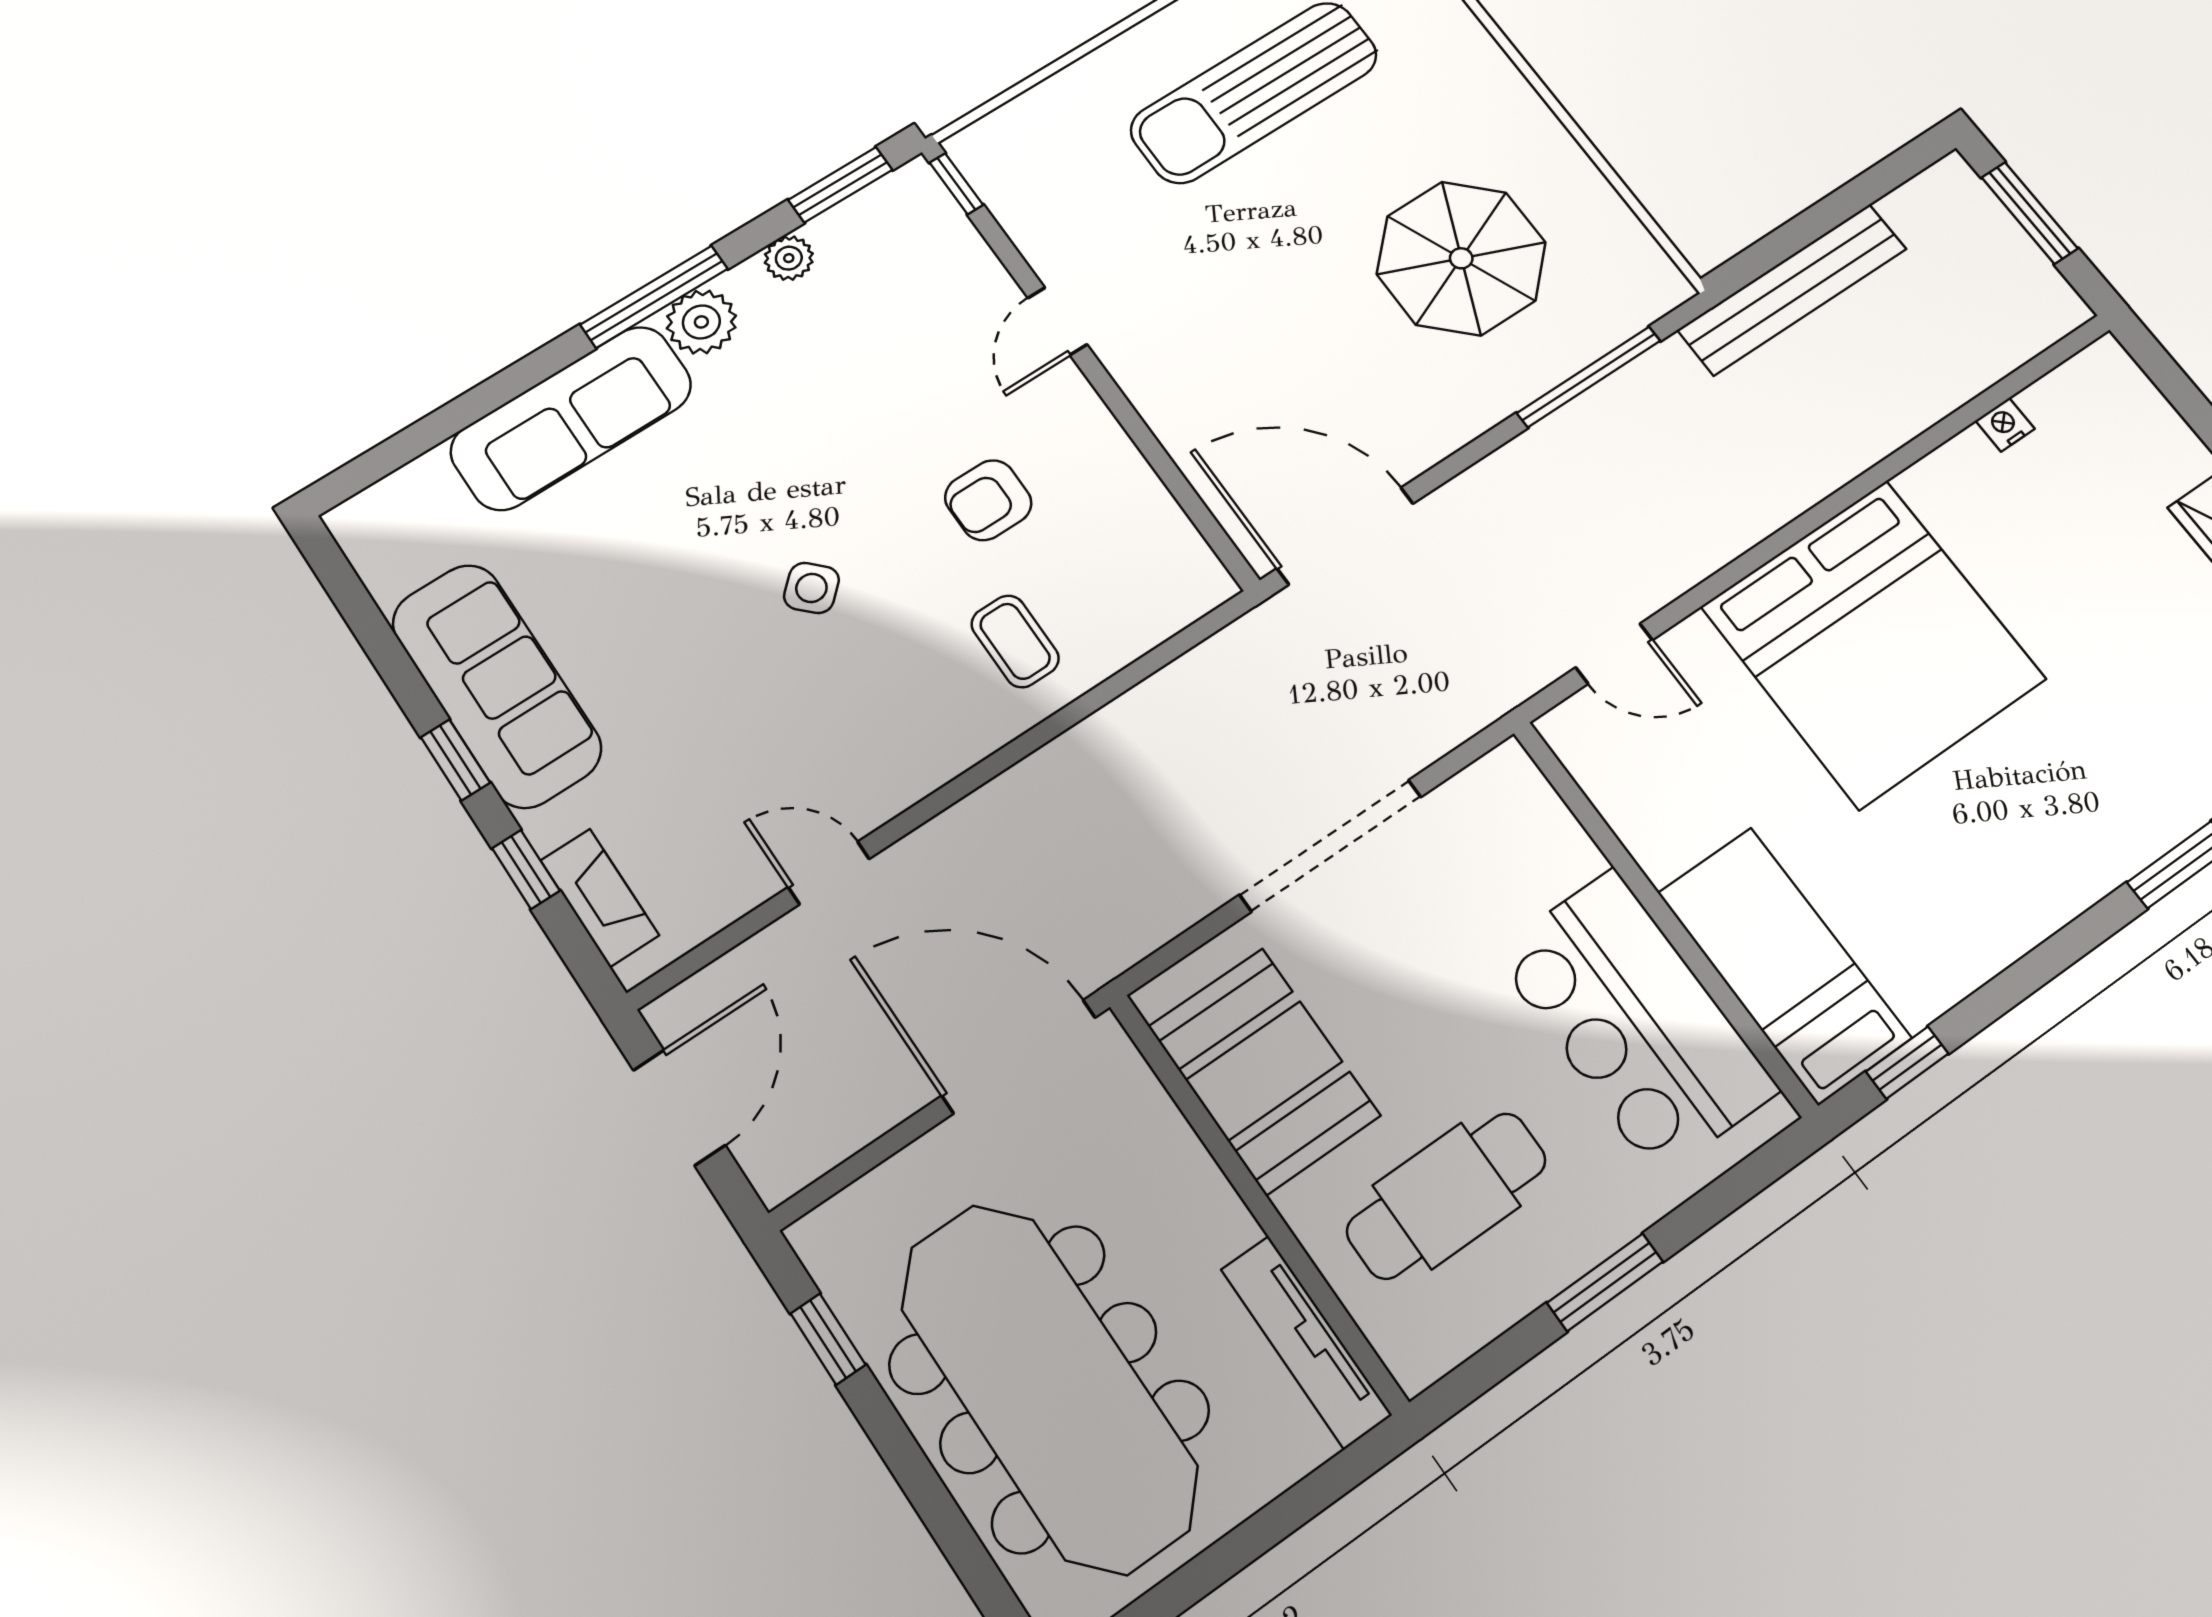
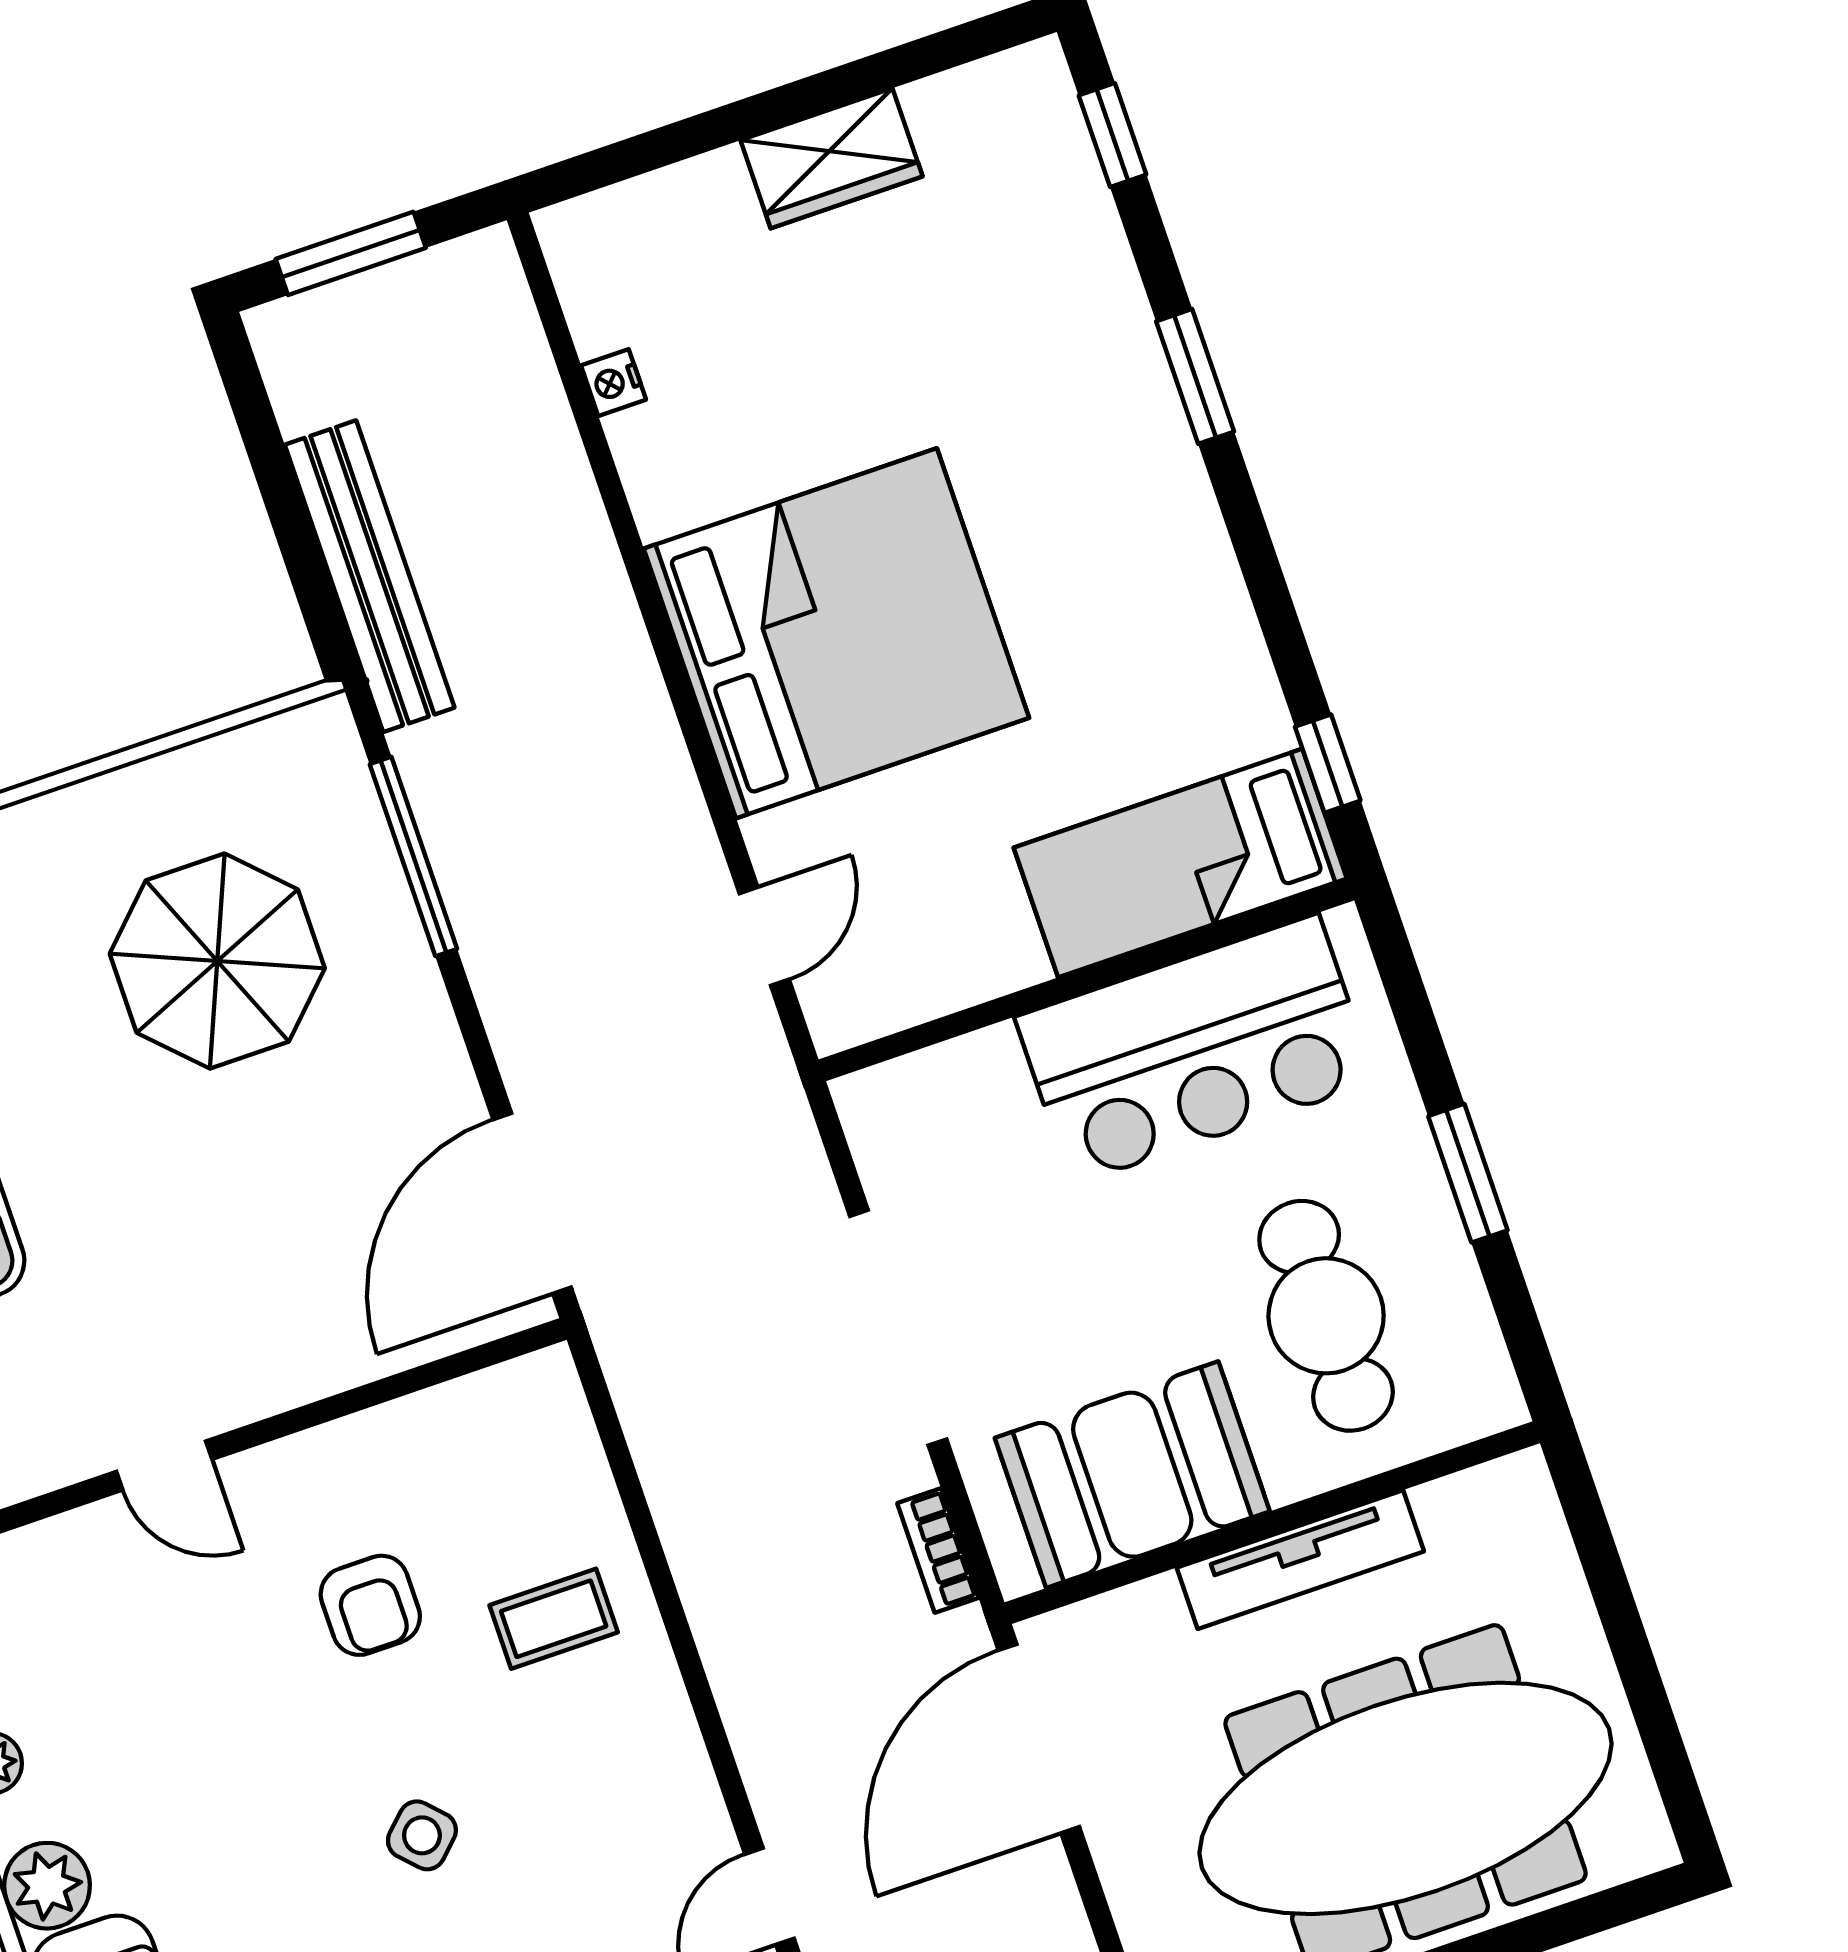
bookcase: (1155, 929) -> (938, 1551), added
tv unit: (1306, 1342) -> (1300, 1560), moved

